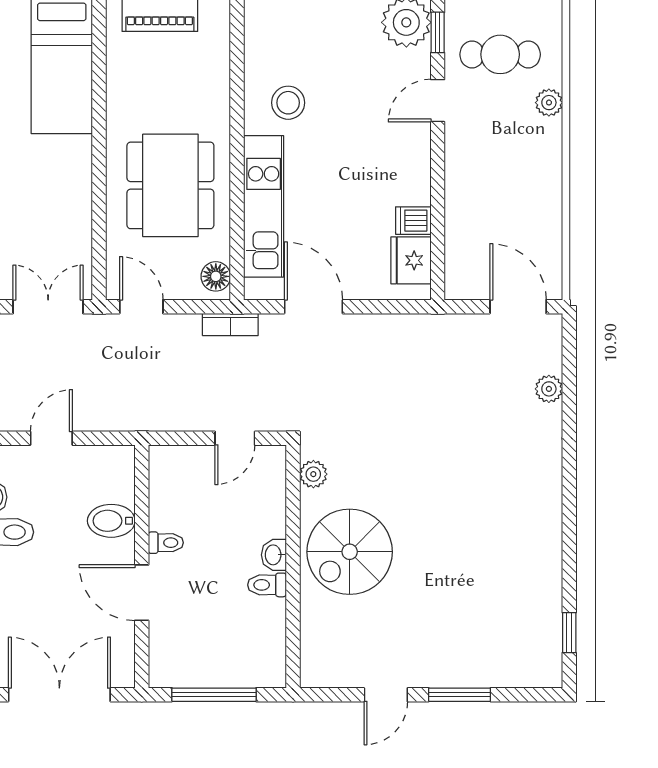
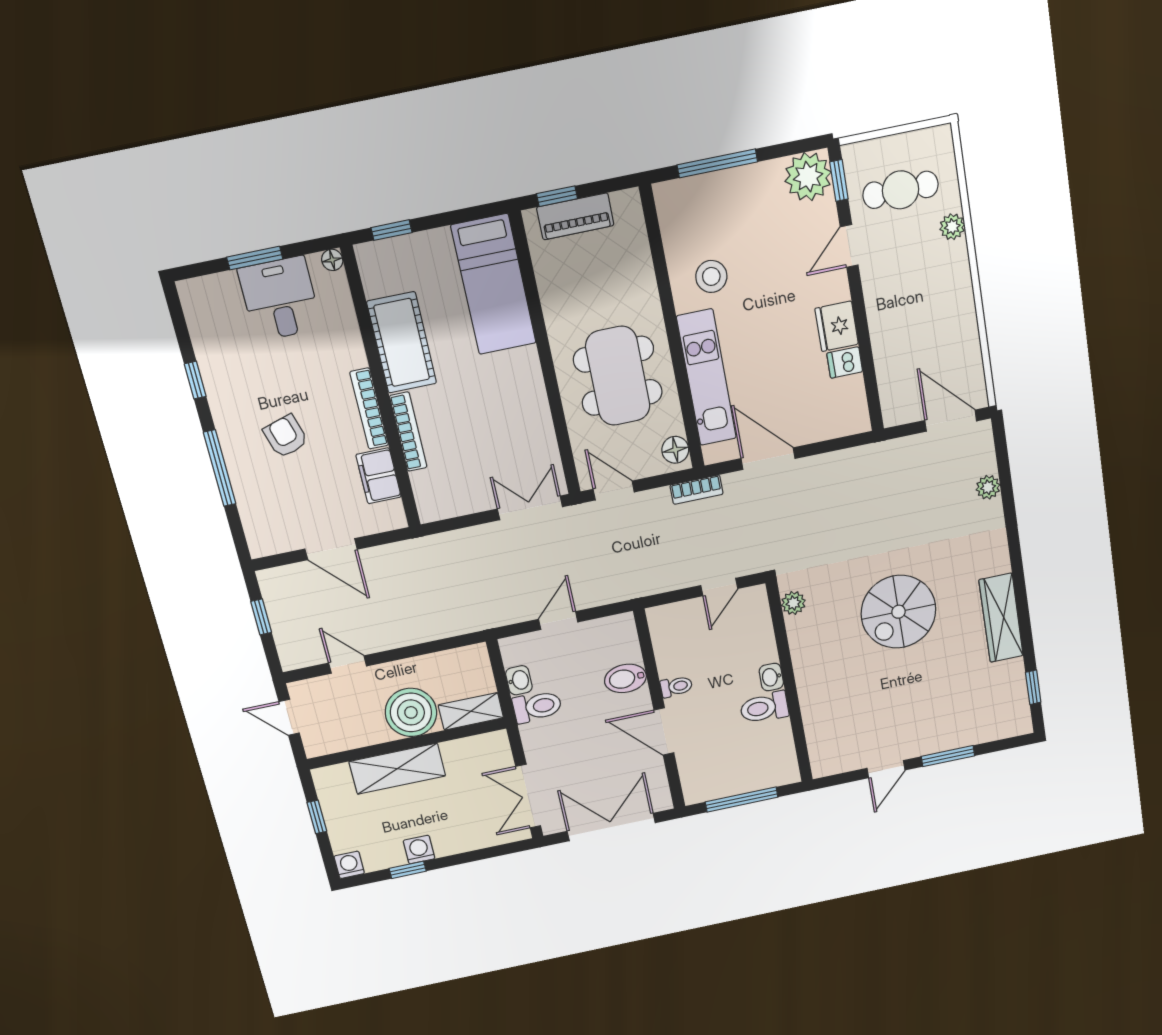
fridge: (411, 260) -> (837, 326), moved
wardrobe: (543, 542) -> (1001, 618), added
spiral stairs: (350, 552) -> (898, 612), moved
toilet: (267, 585) -> (764, 708), width x1.37, depth x1.39

